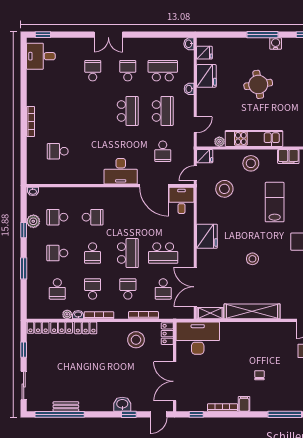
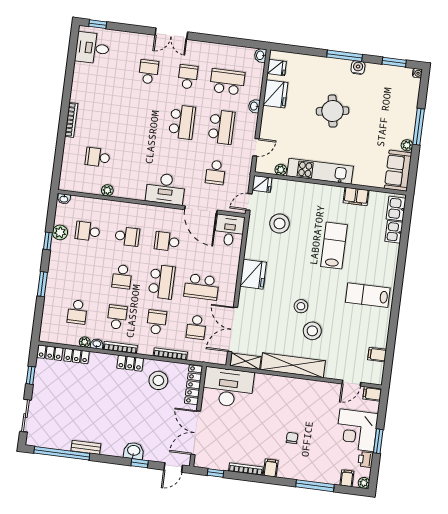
stool: (251, 163) -> (312, 331), moved
plant: (70, 179) -> (107, 190), added
school desk: (57, 253) -> (167, 241), moved
locker: (86, 328) -> (130, 363), moved
locker: (167, 334) -> (194, 385), width x1.53
bench: (66, 406) -> (86, 447), moved

